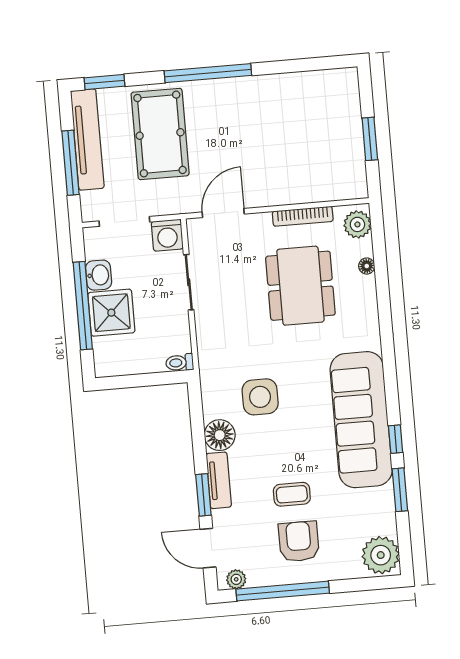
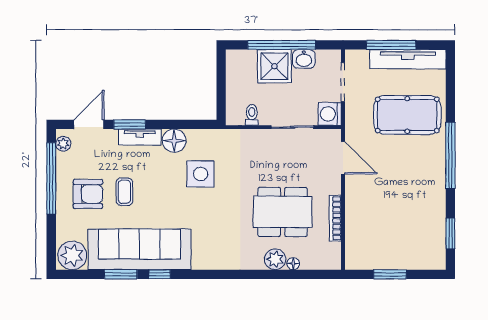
window: (104, 82) -> (450, 233), moved
plant: (357, 224) -> (275, 259), moved
toilet: (180, 363) -> (252, 115), moved
sofa: (361, 420) -> (140, 249), moved

